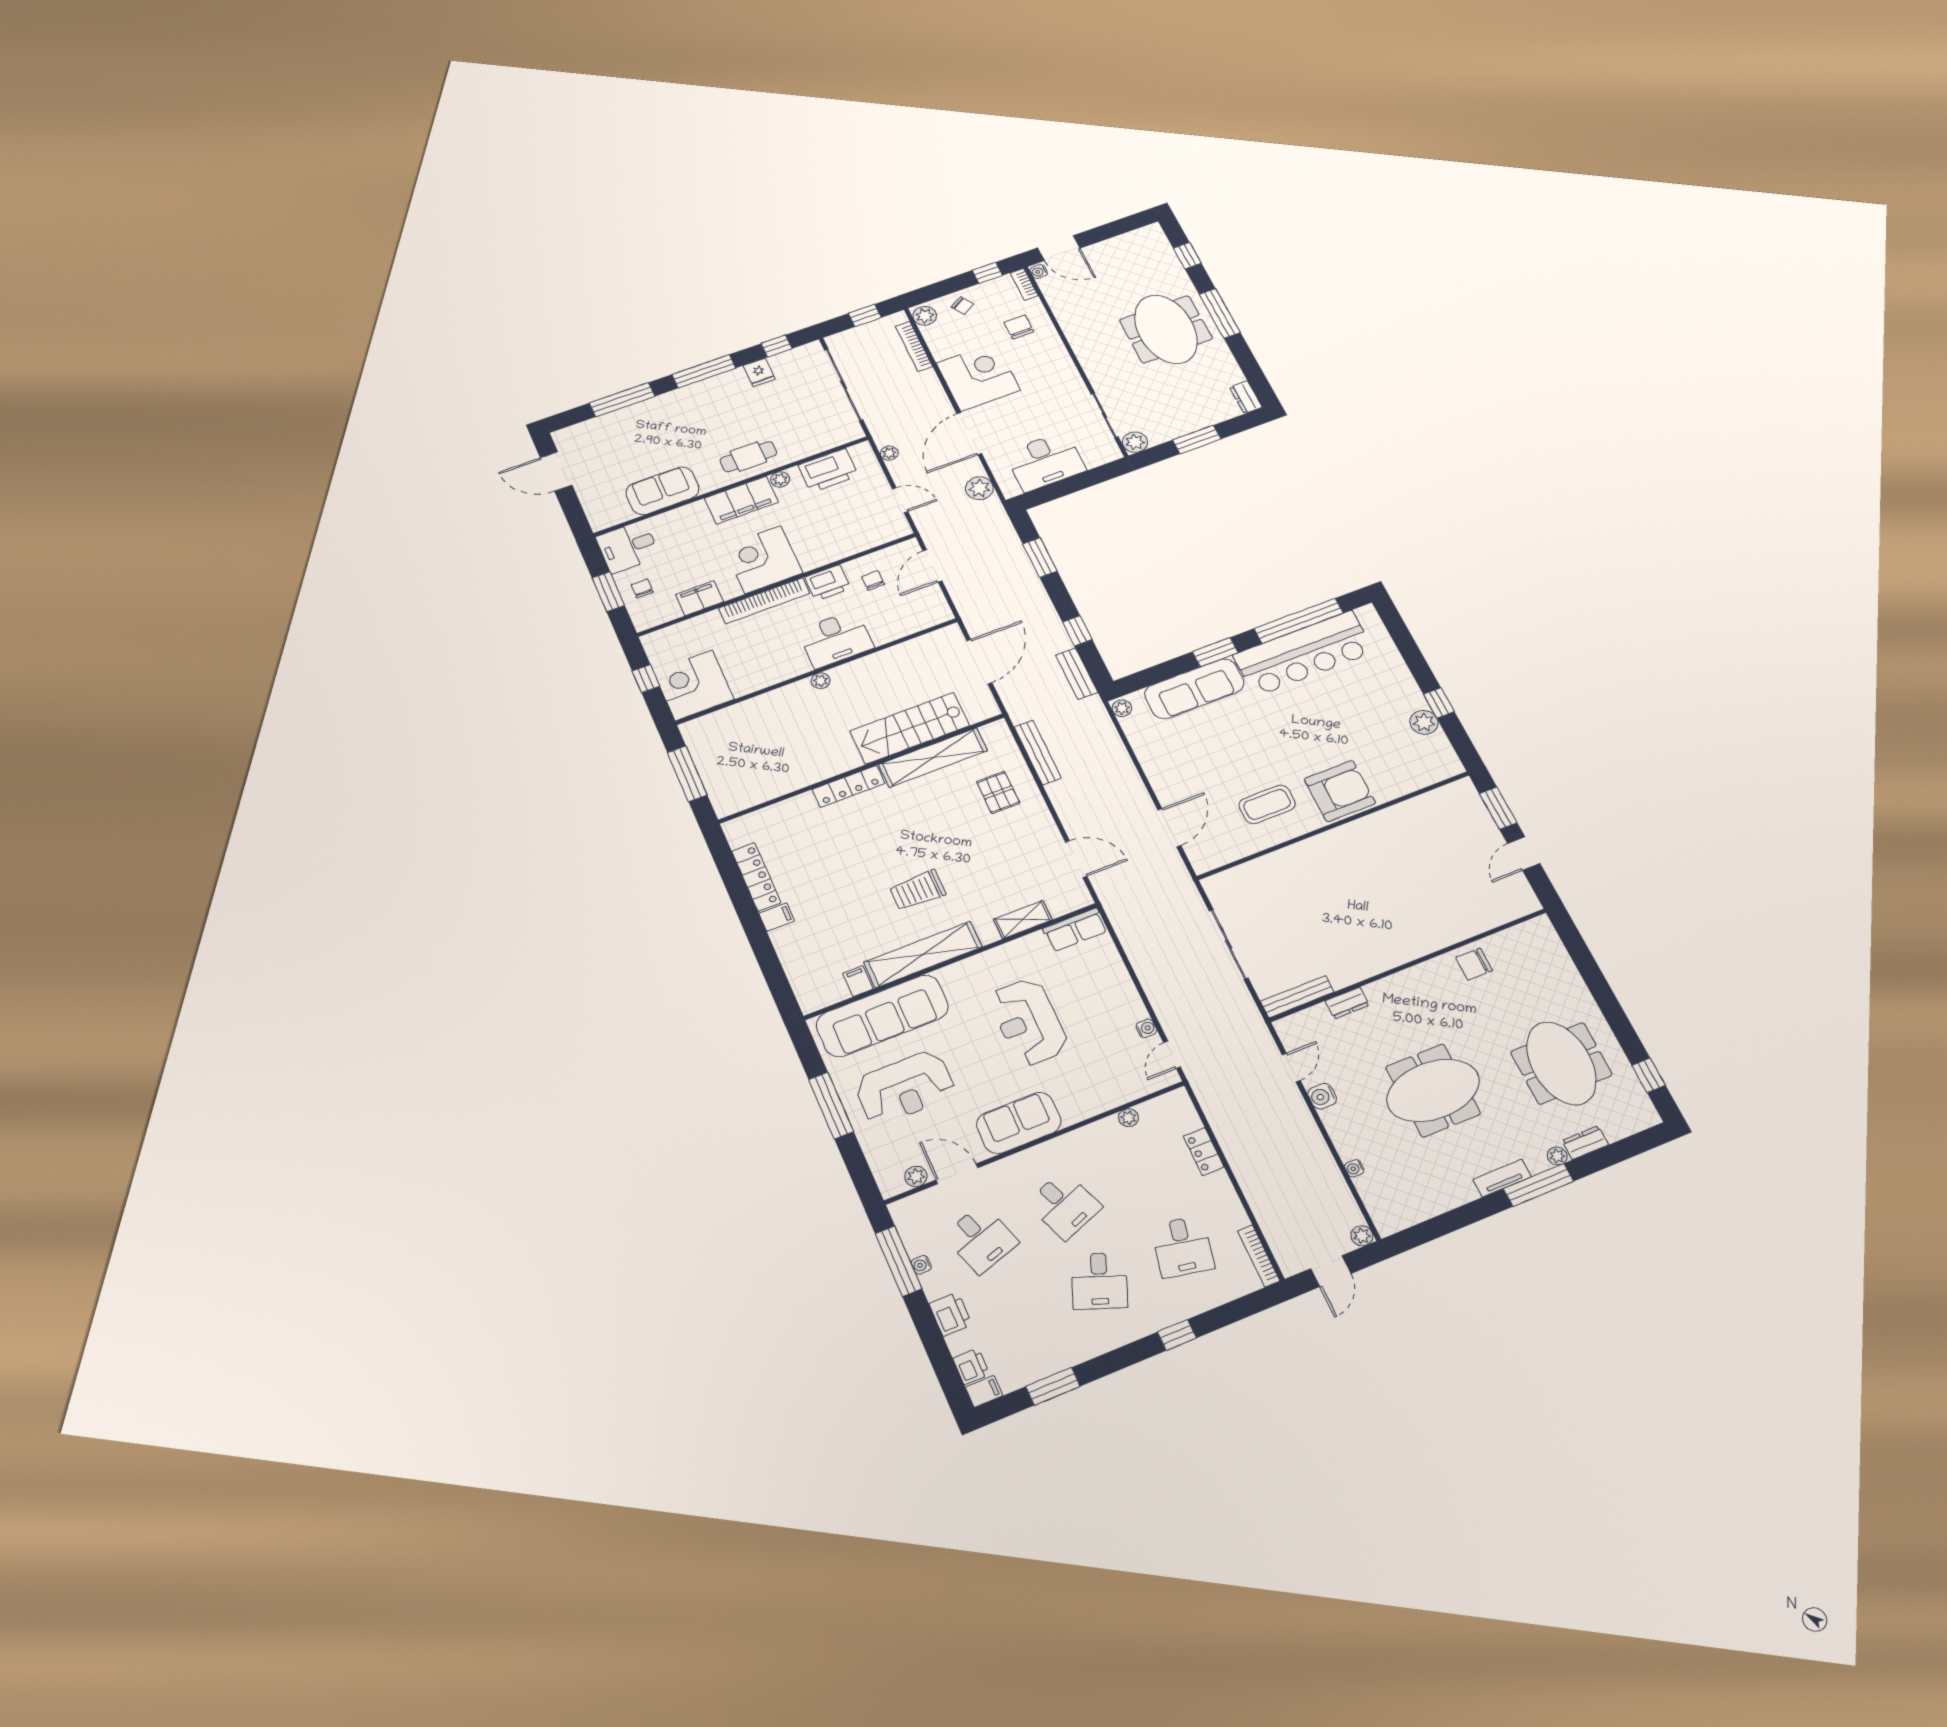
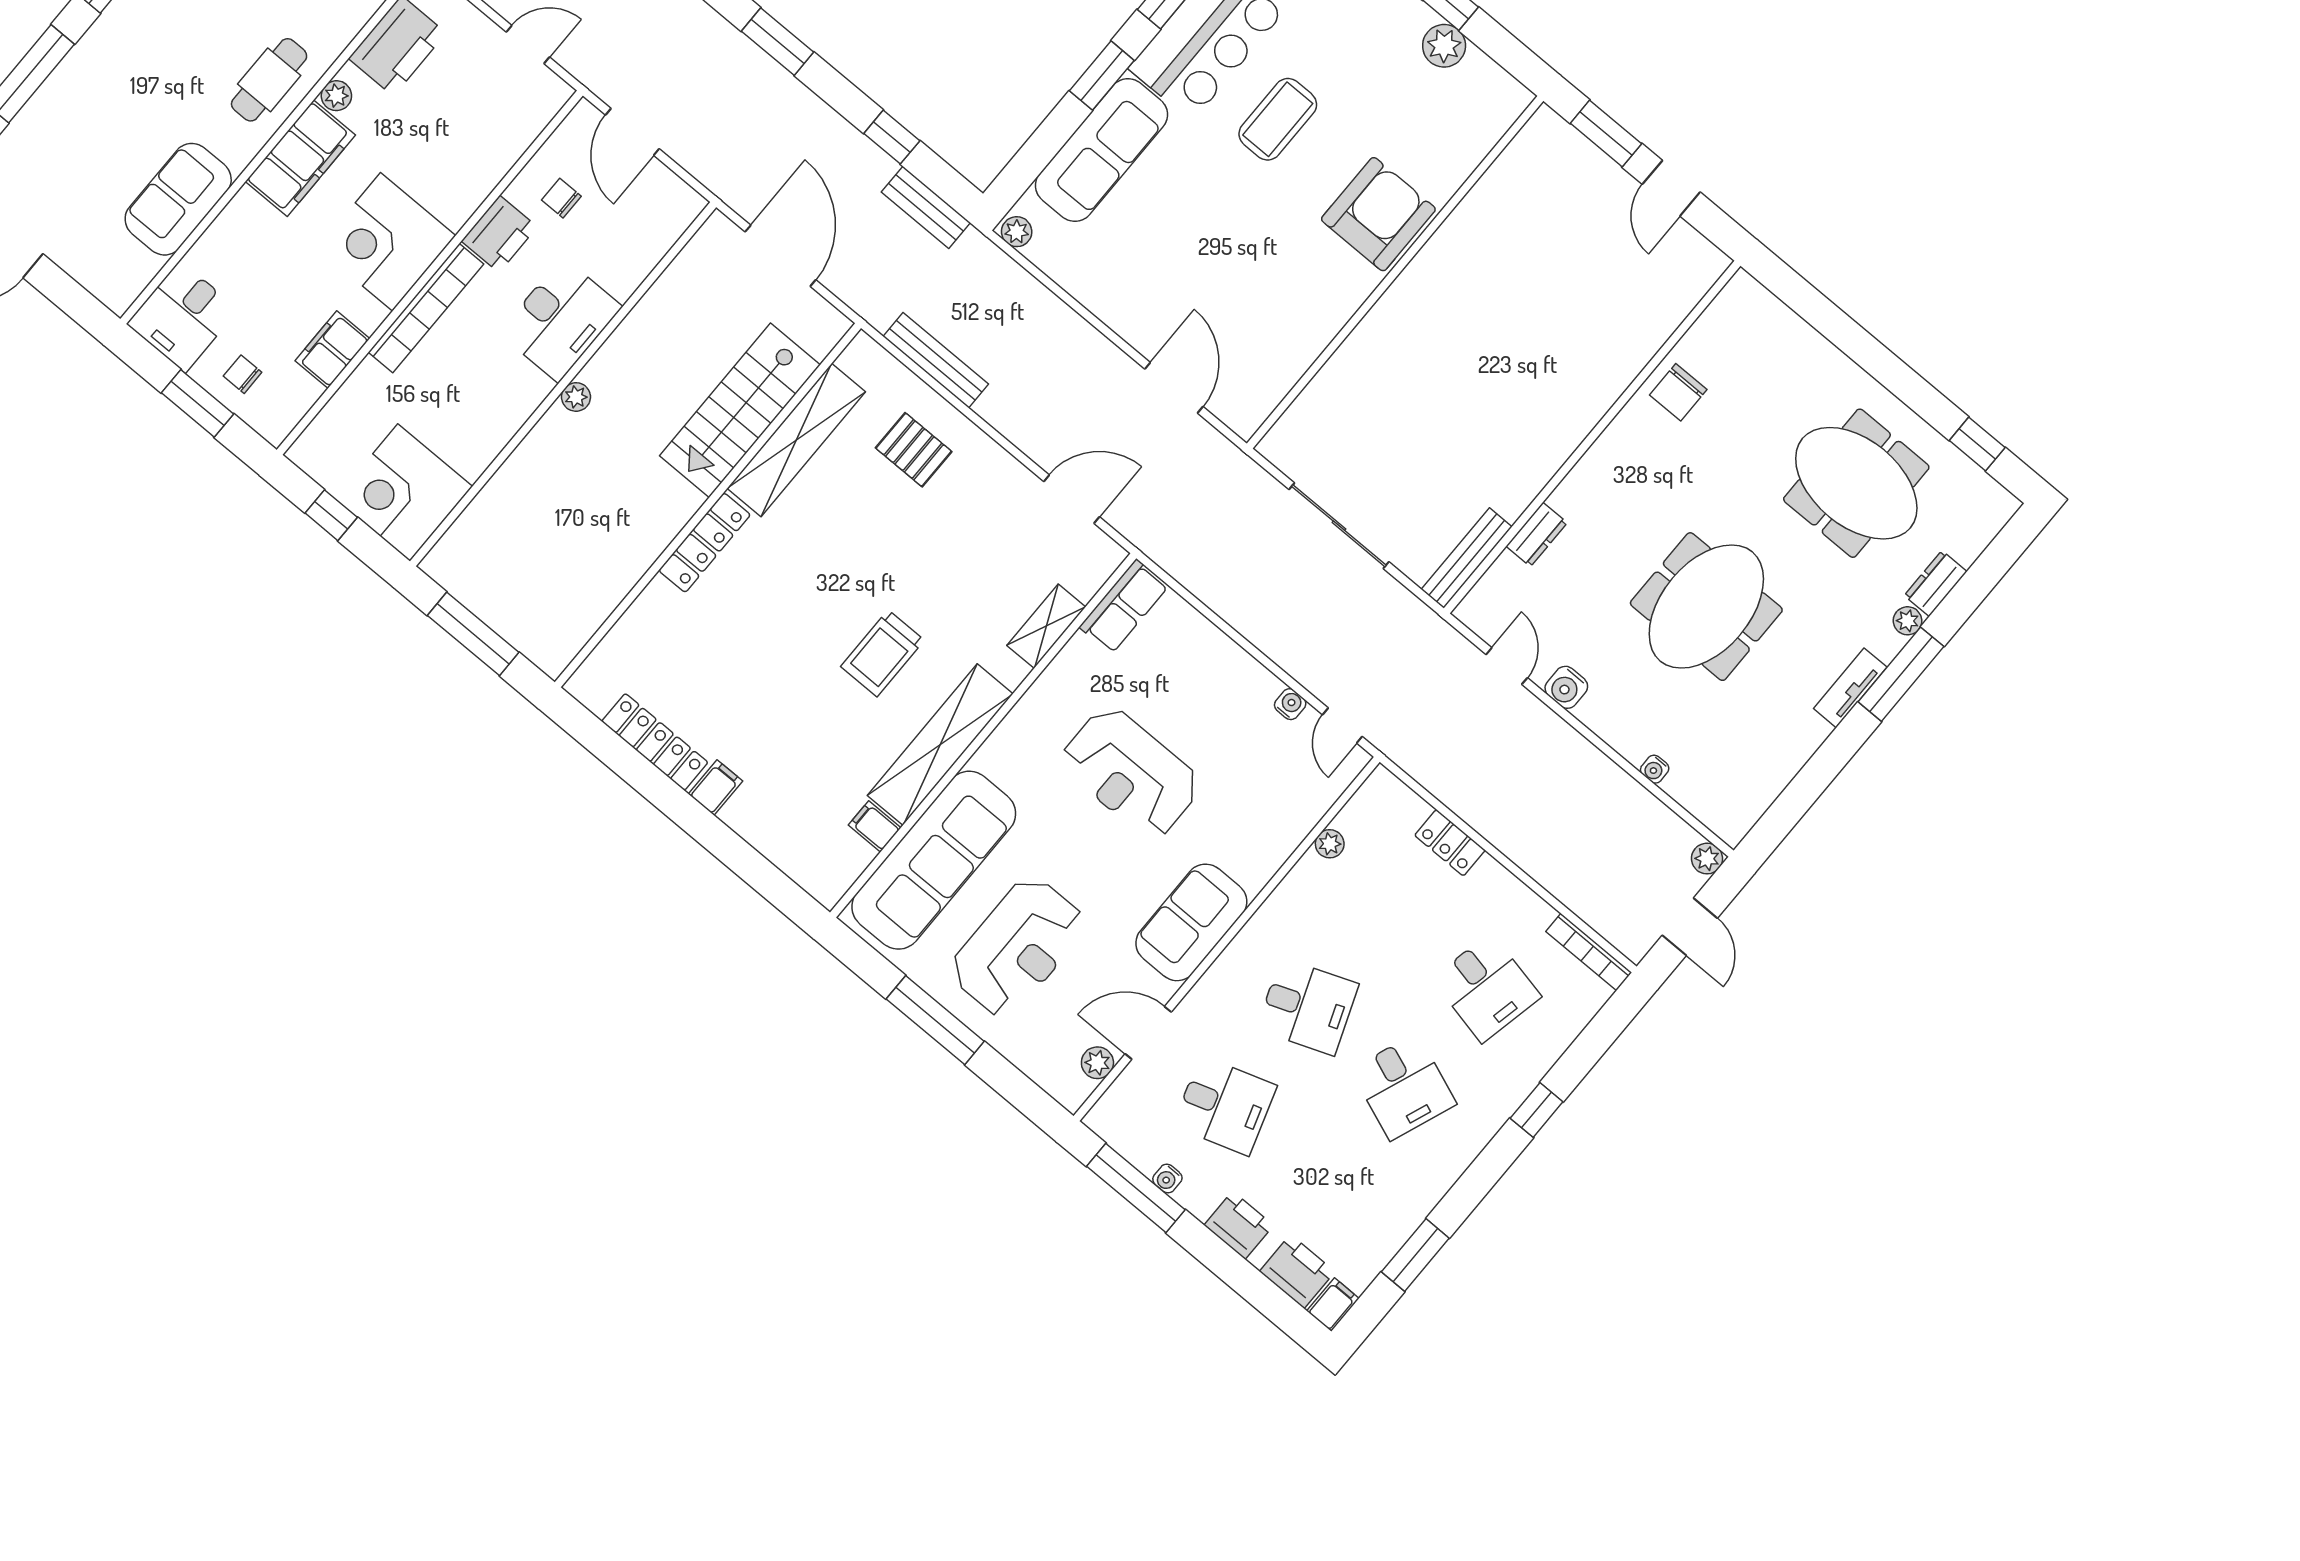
coffee table: (1267, 804) -> (1278, 119), moved
printer: (971, 1366) -> (1297, 1272), width x1.36, depth x1.24

